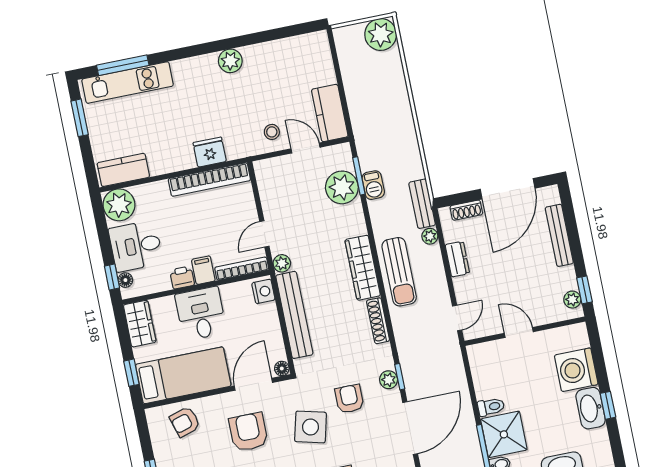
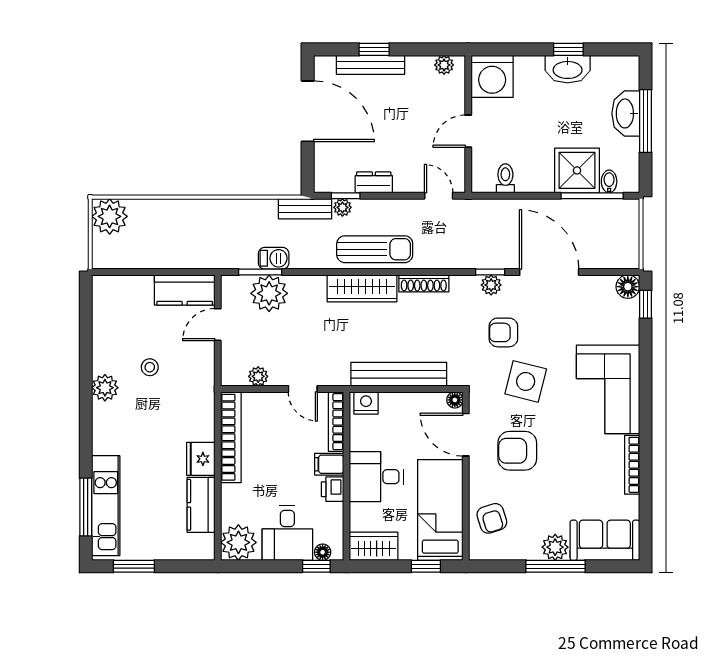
stool: (272, 132) -> (150, 367), moved
fridge: (210, 152) -> (201, 459), moved
kitchen counter: (123, 170) -> (201, 505), moved
shoe rack: (466, 210) -> (322, 162), removed
window: (441, 237) -> (346, 196), added
plant: (282, 263) -> (258, 376), moved
window: (584, 290) -> (374, 49), moved
washing machine: (576, 370) -> (492, 76), moved
toilet: (491, 407) -> (505, 178), moved

